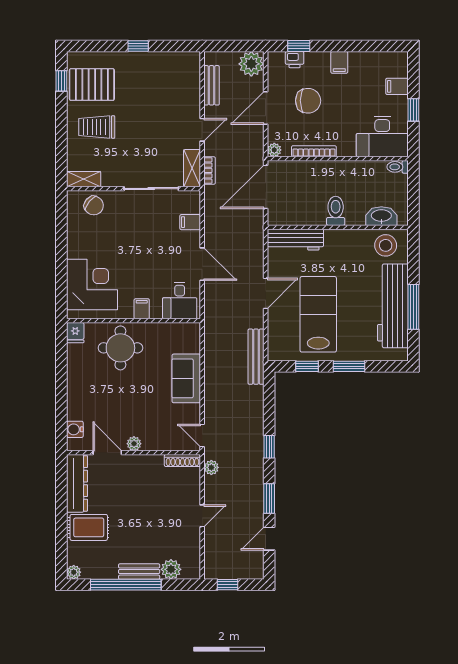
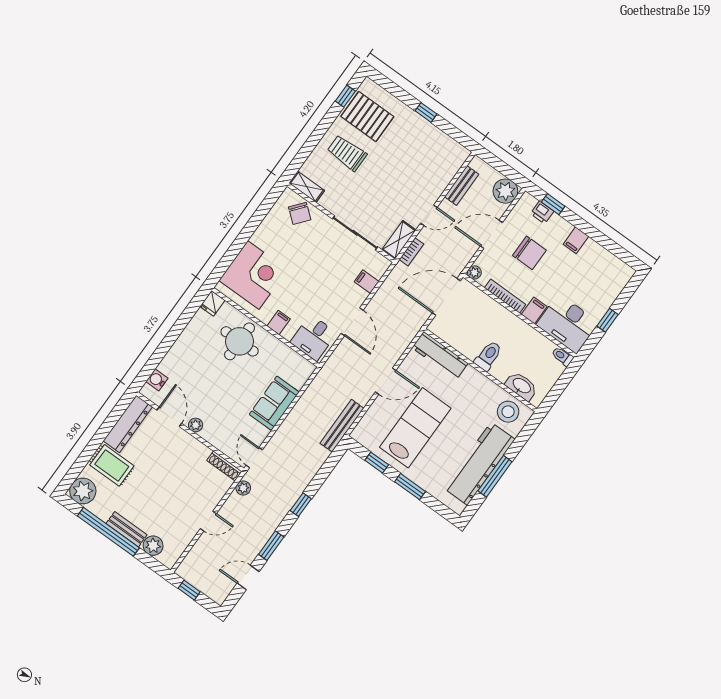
filing cabinet: (397, 86) -> (534, 310), moved, turned 90
plant: (74, 572) -> (83, 491), width x1.87, depth x1.87

